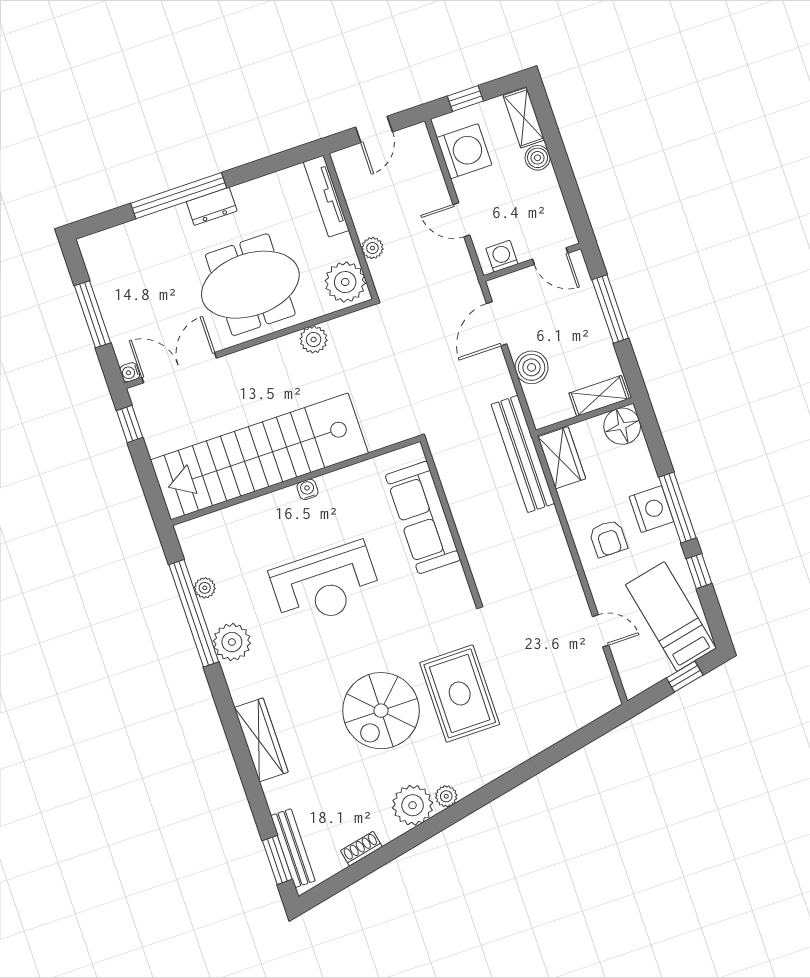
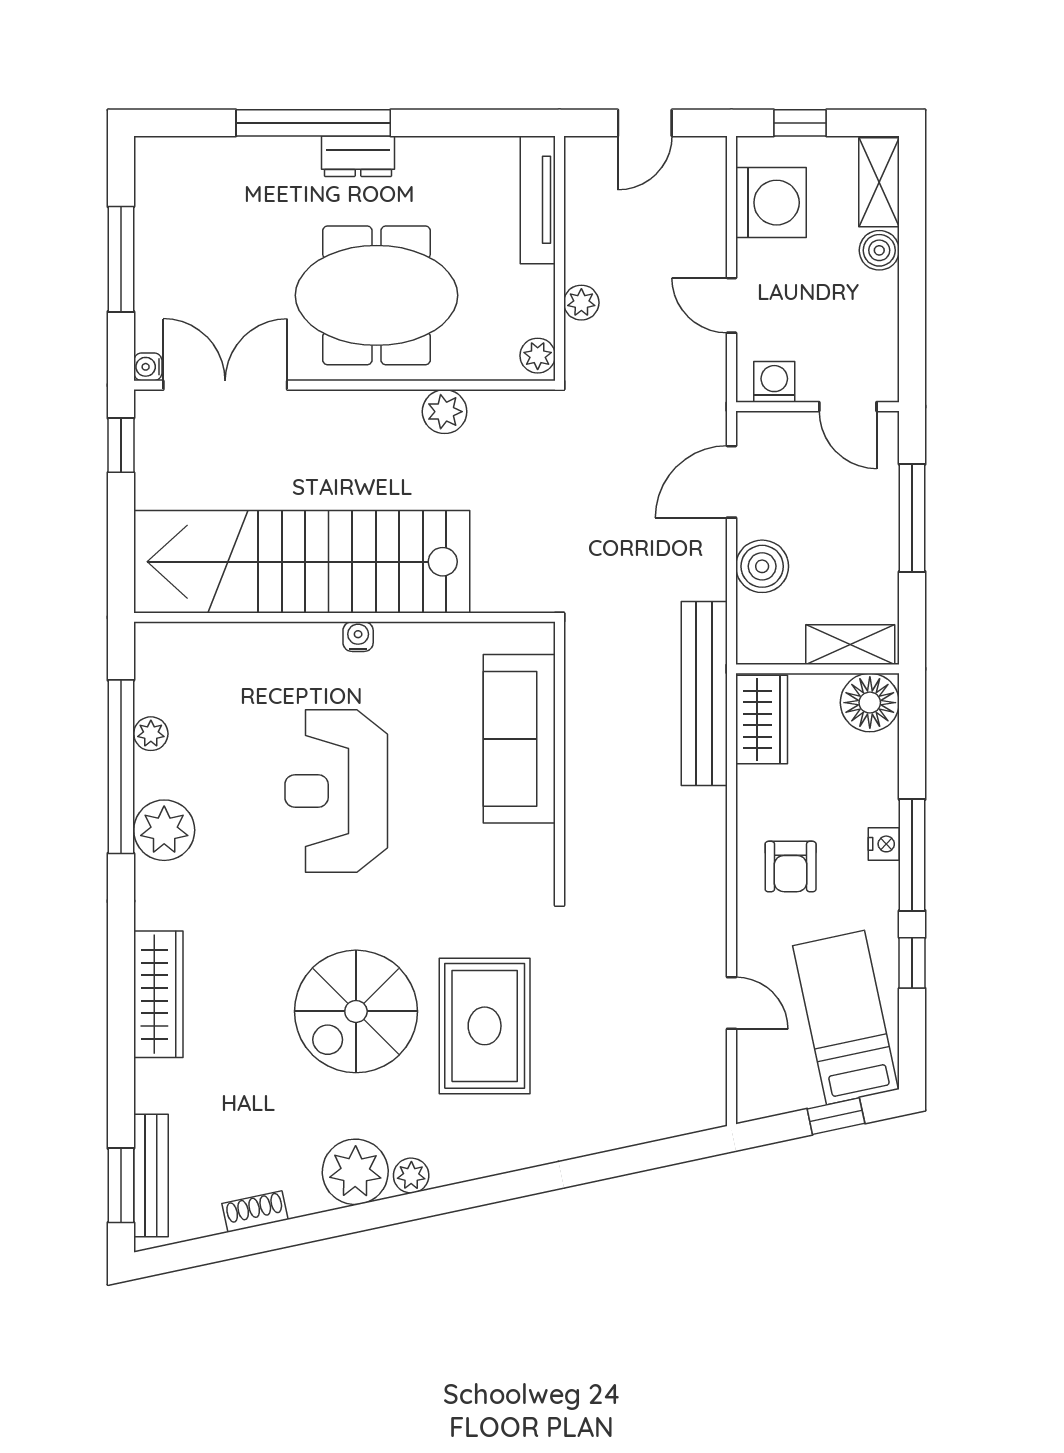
plant: (345, 282) -> (538, 356), width x0.53, depth x0.53
nightstand: (651, 509) -> (884, 844), width x0.53, depth x0.56
reception desk: (325, 585) -> (336, 791), turned 90

